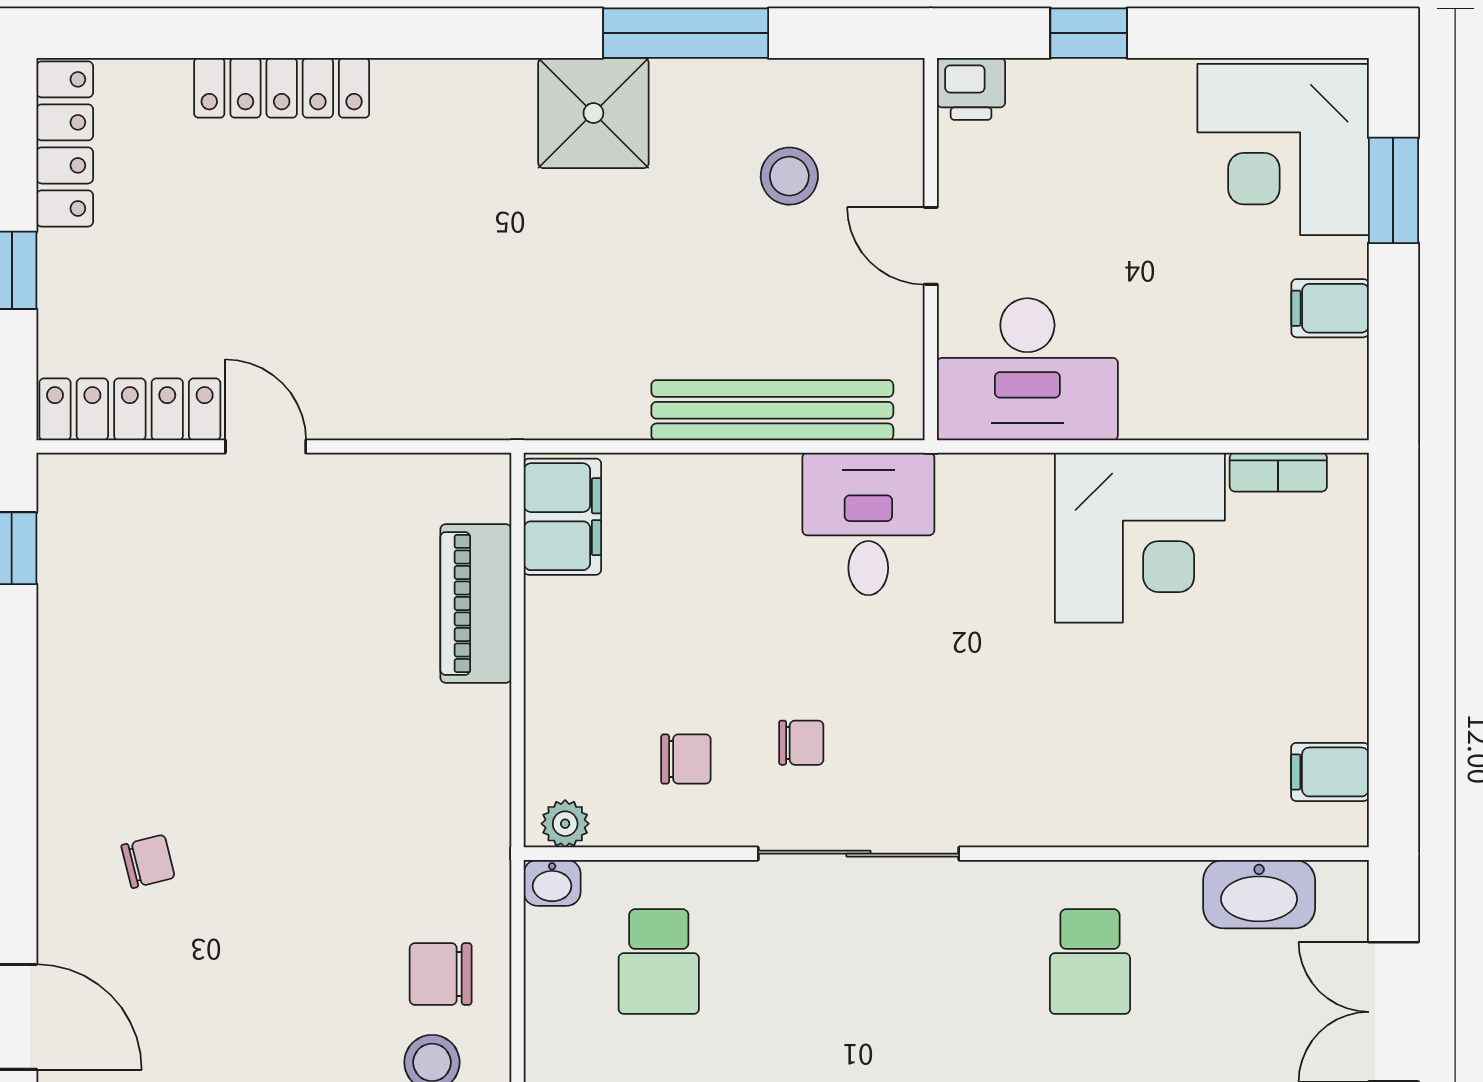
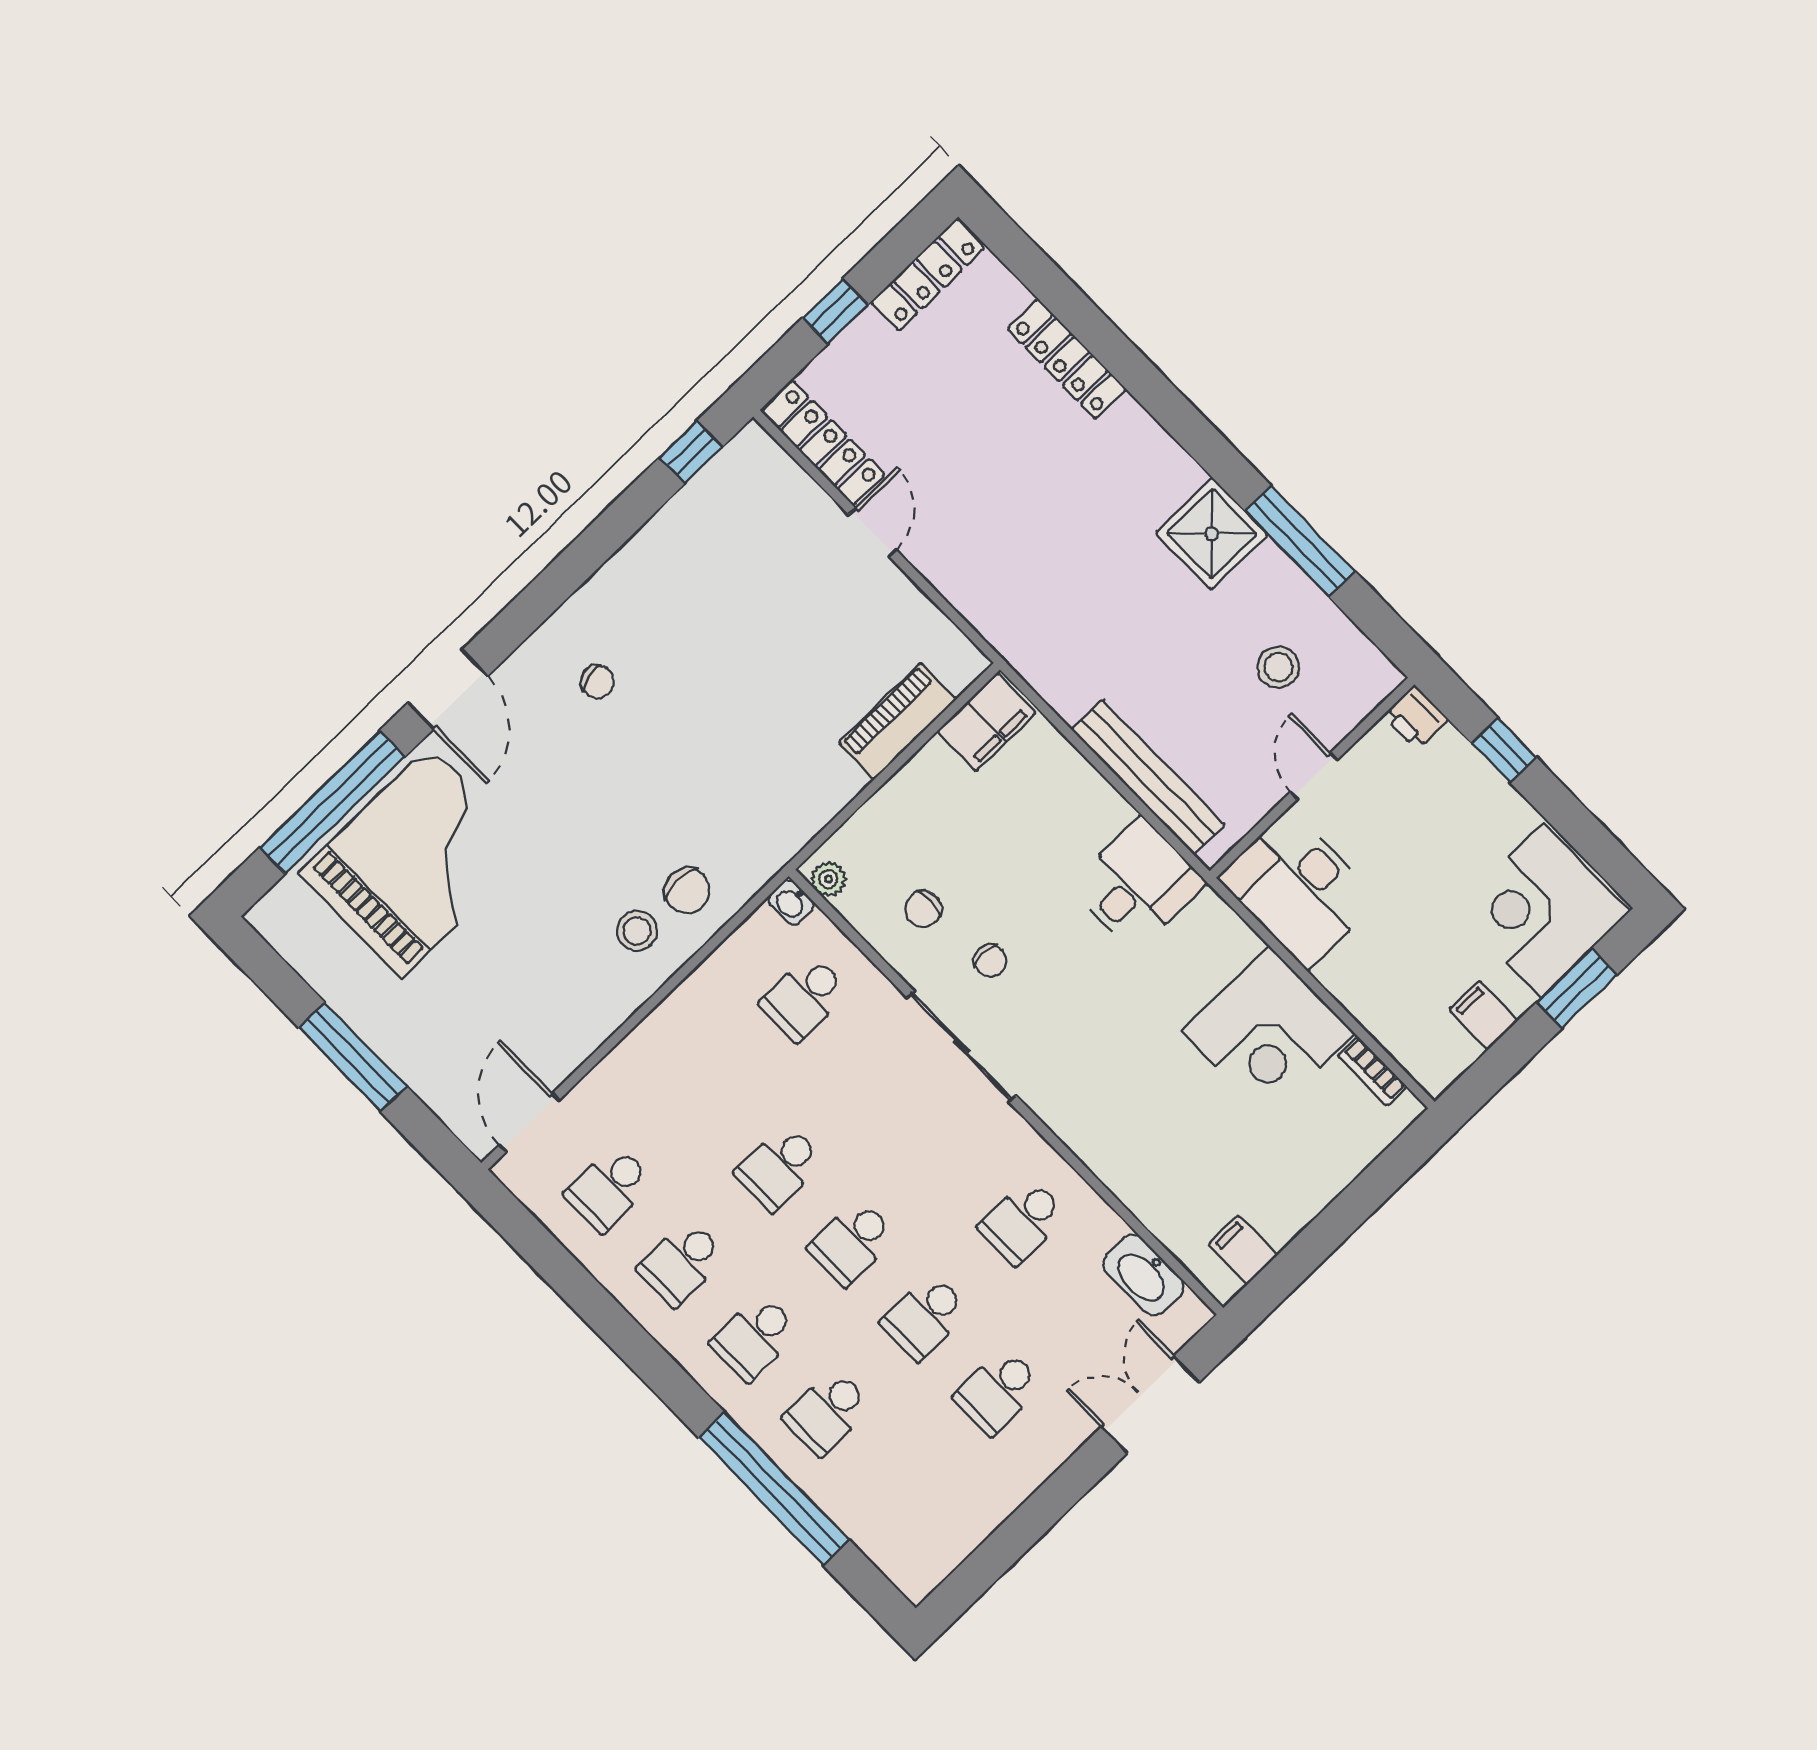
chair: (686, 759) -> (923, 909), turned 90
chair: (441, 974) -> (687, 891), turned 180

